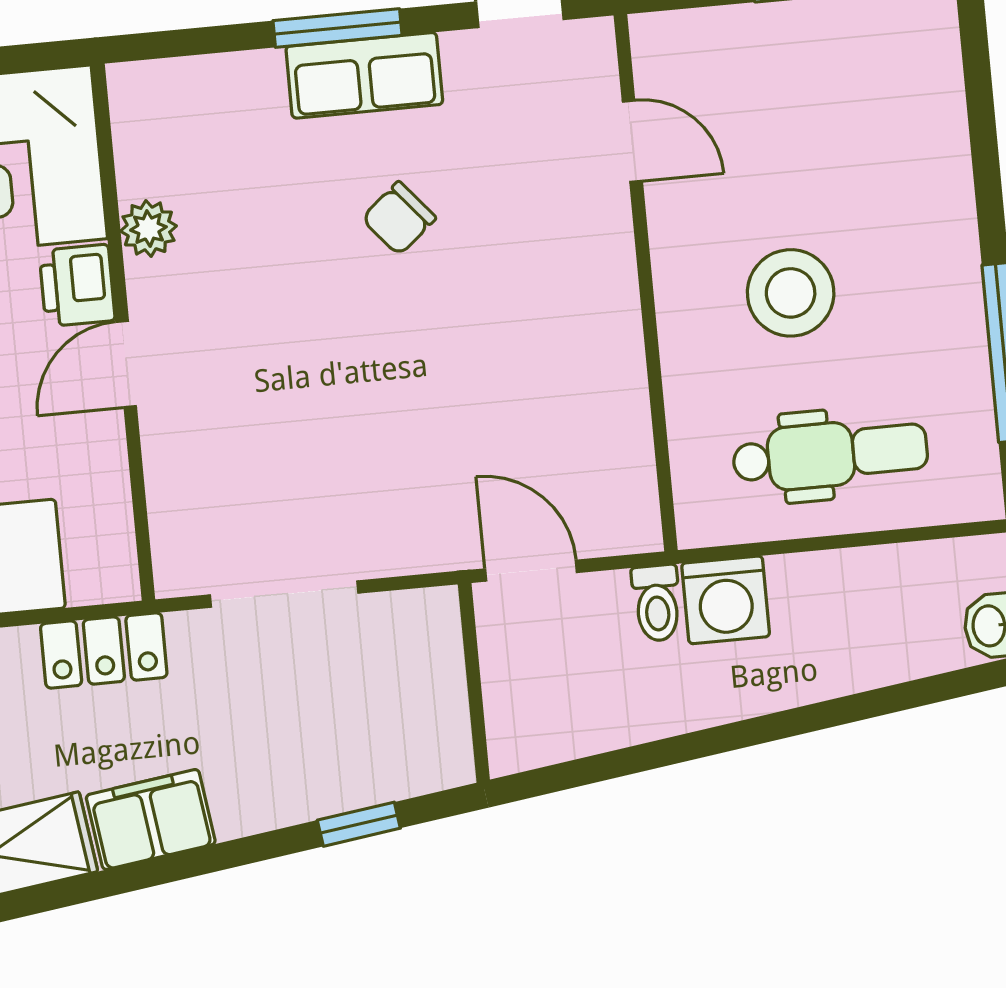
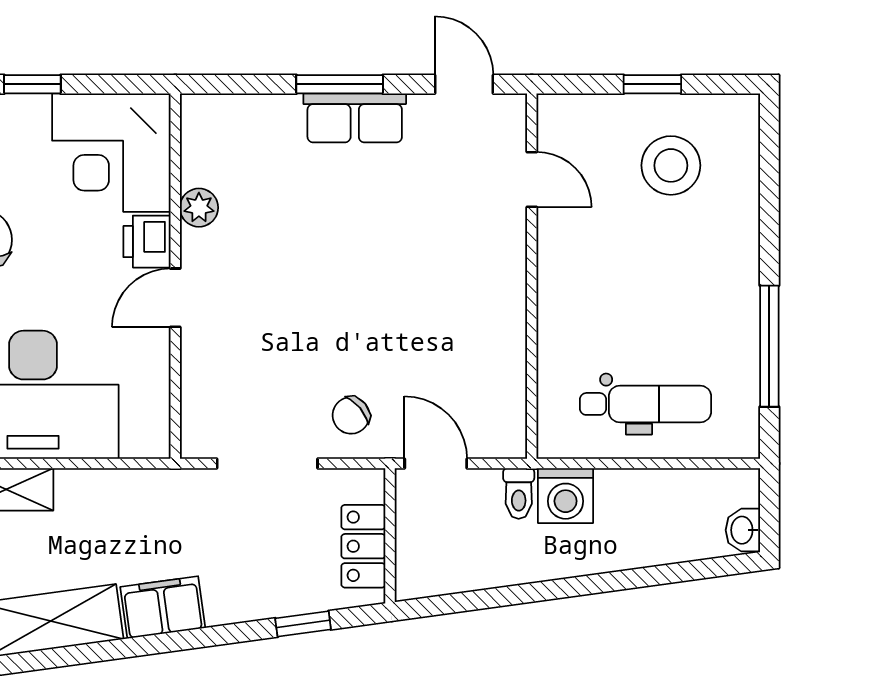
chair: (399, 218) -> (351, 415), moved
stool: (791, 293) -> (671, 165), moved
locker: (104, 651) -> (363, 546), moved, turned 90

